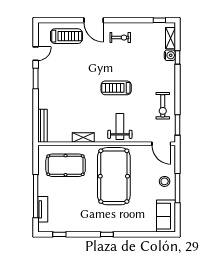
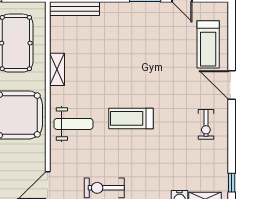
door: (94, 20) -> (232, 85), hinge flipped
treadmill: (116, 88) -> (131, 118), turned -90

